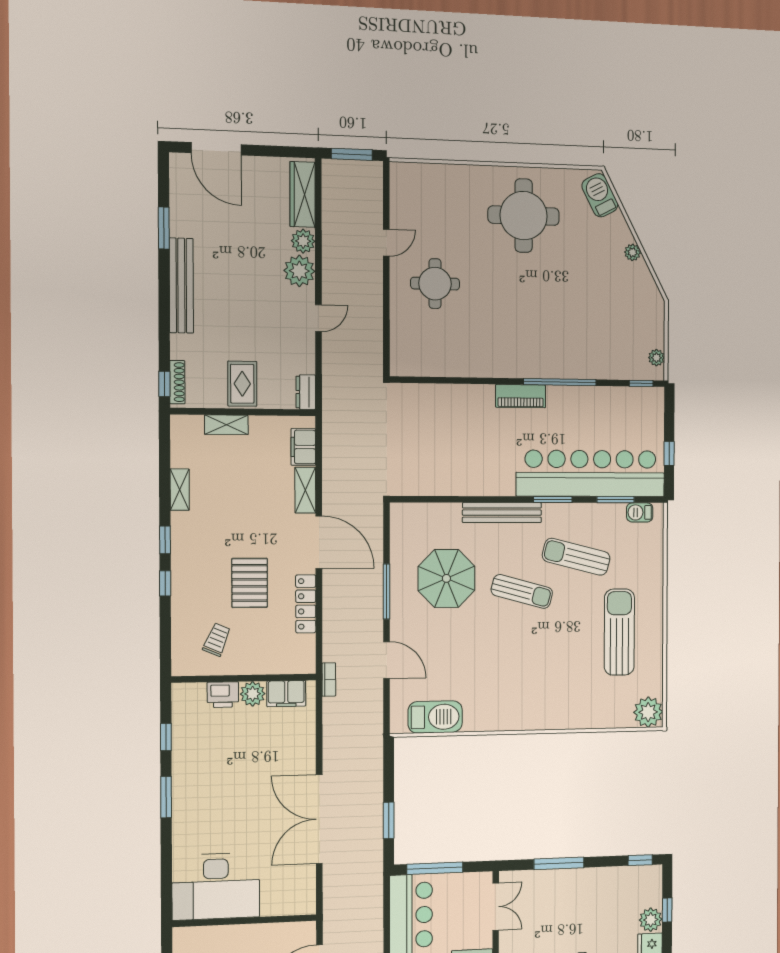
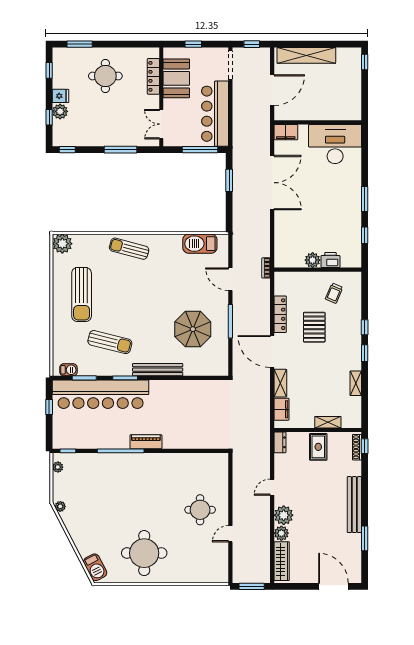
plant: (632, 252) -> (60, 506), moved
sun lounger: (522, 591) -> (129, 249), moved
filing cabinet: (286, 694) -> (286, 132), moved, turned 180

